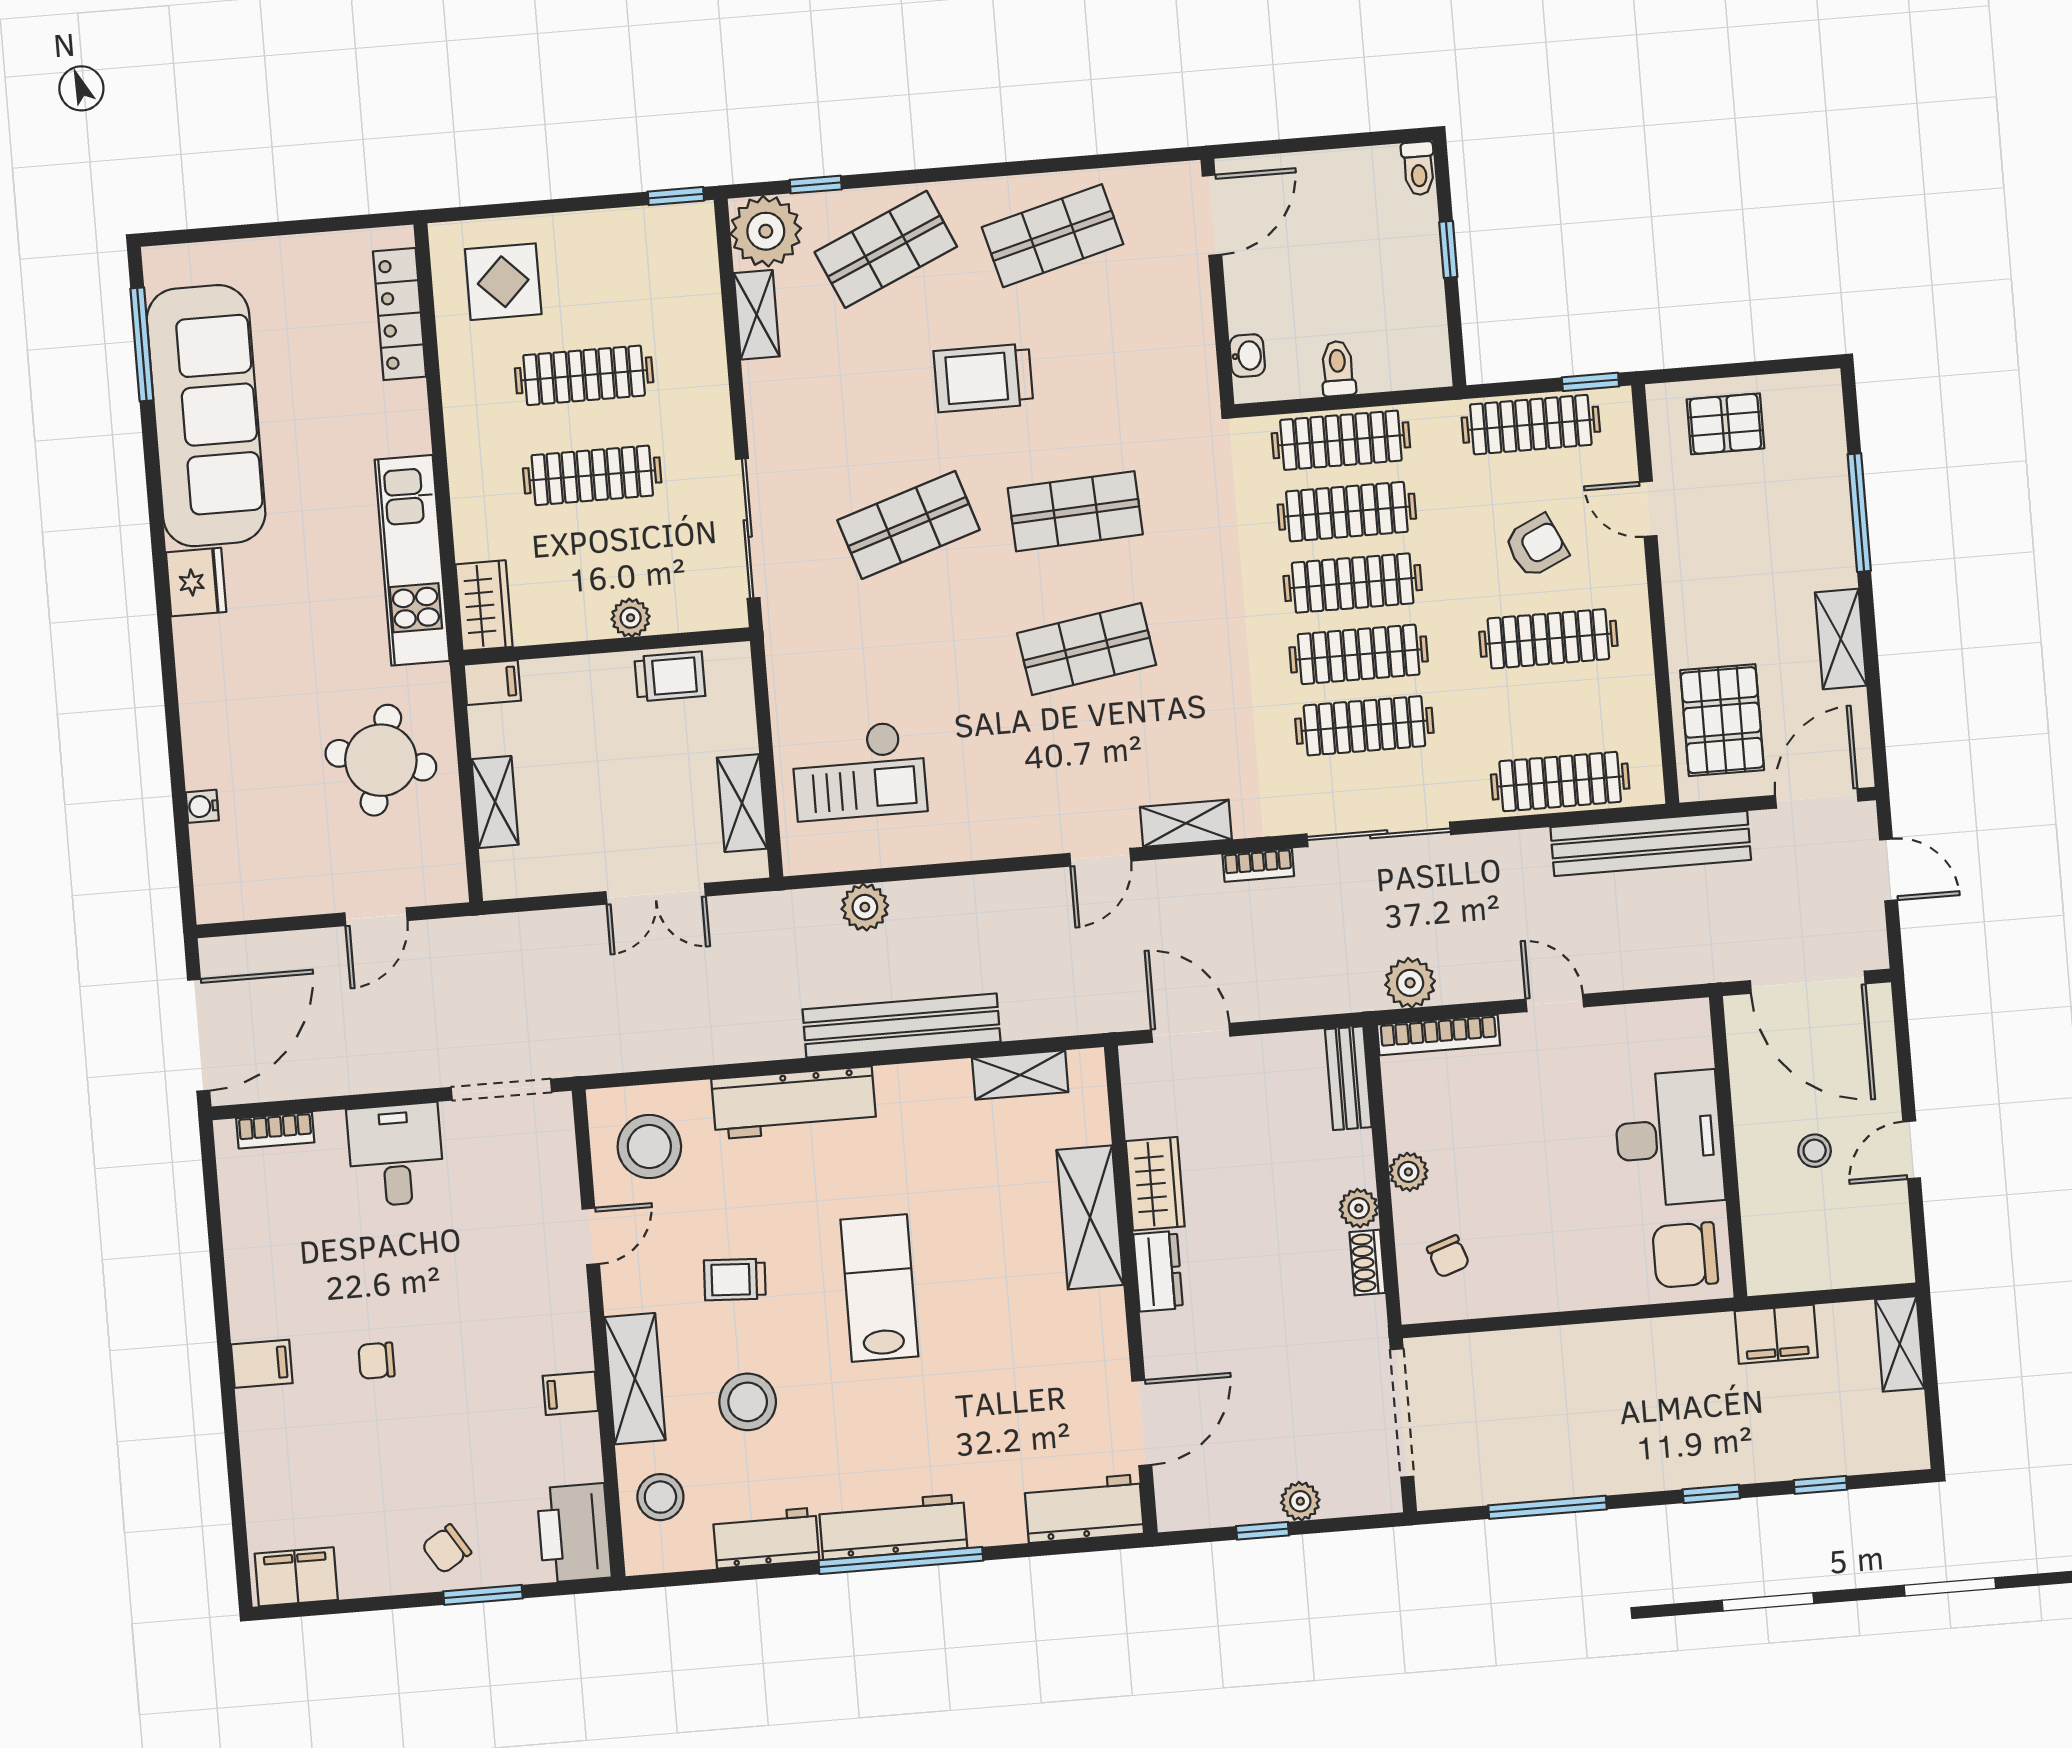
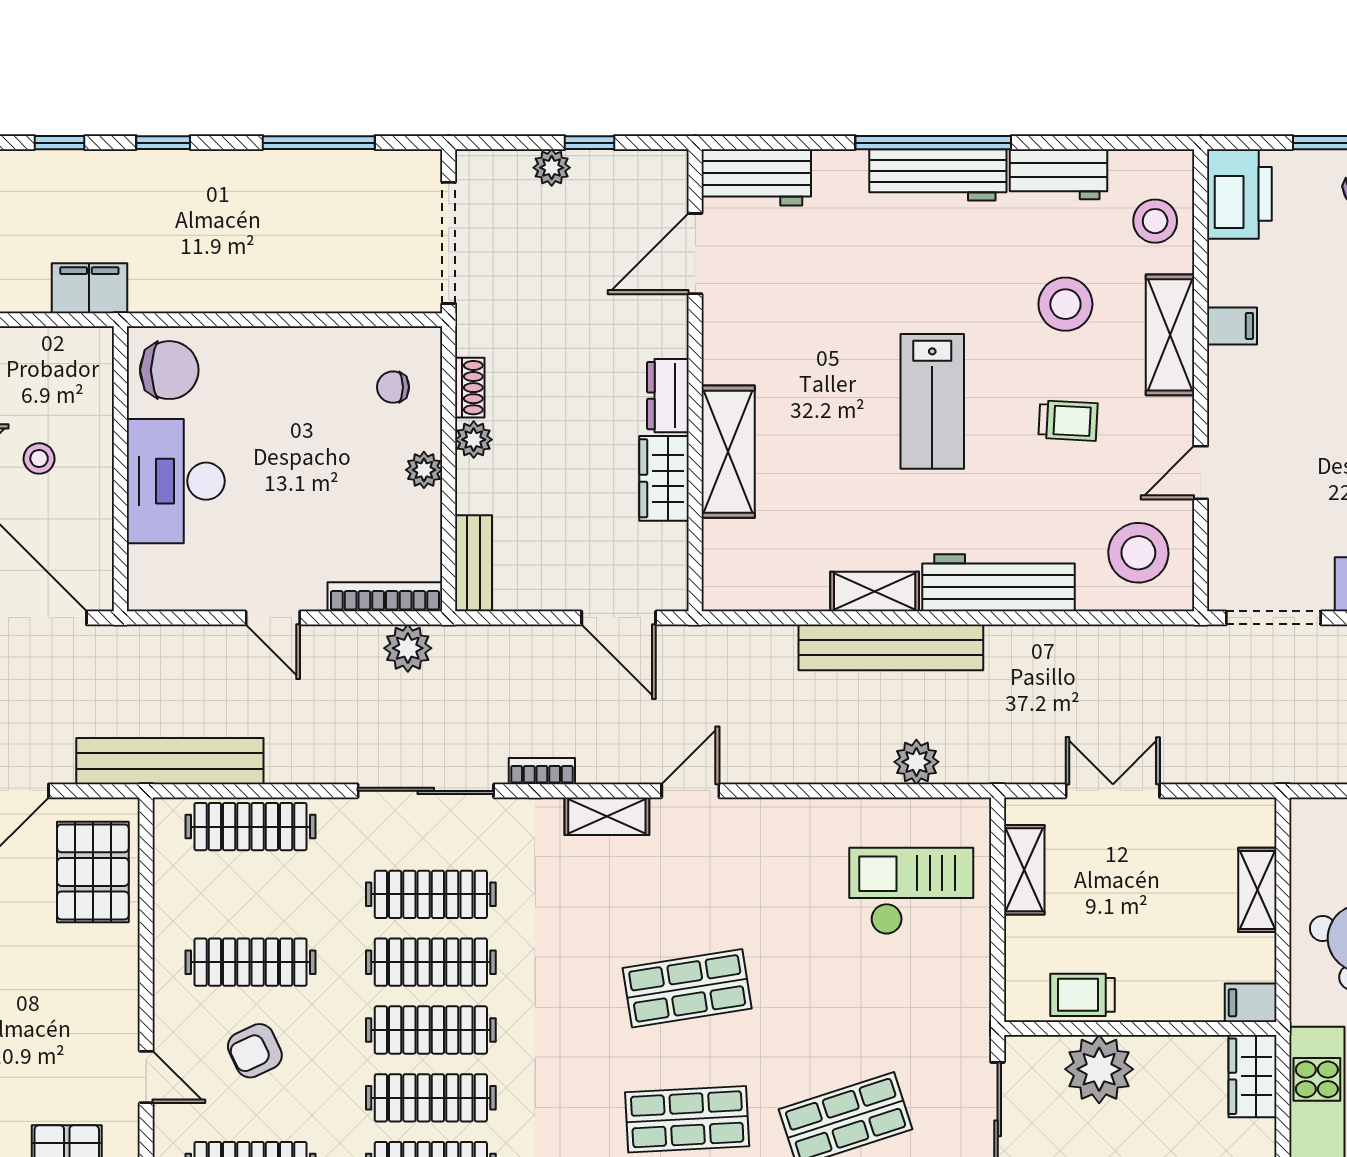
plant: (631, 618) -> (1099, 1069), width x1.87, depth x1.87
shelving: (1020, 1075) -> (875, 592), moved
chair: (1448, 1256) -> (393, 387), turned -71

